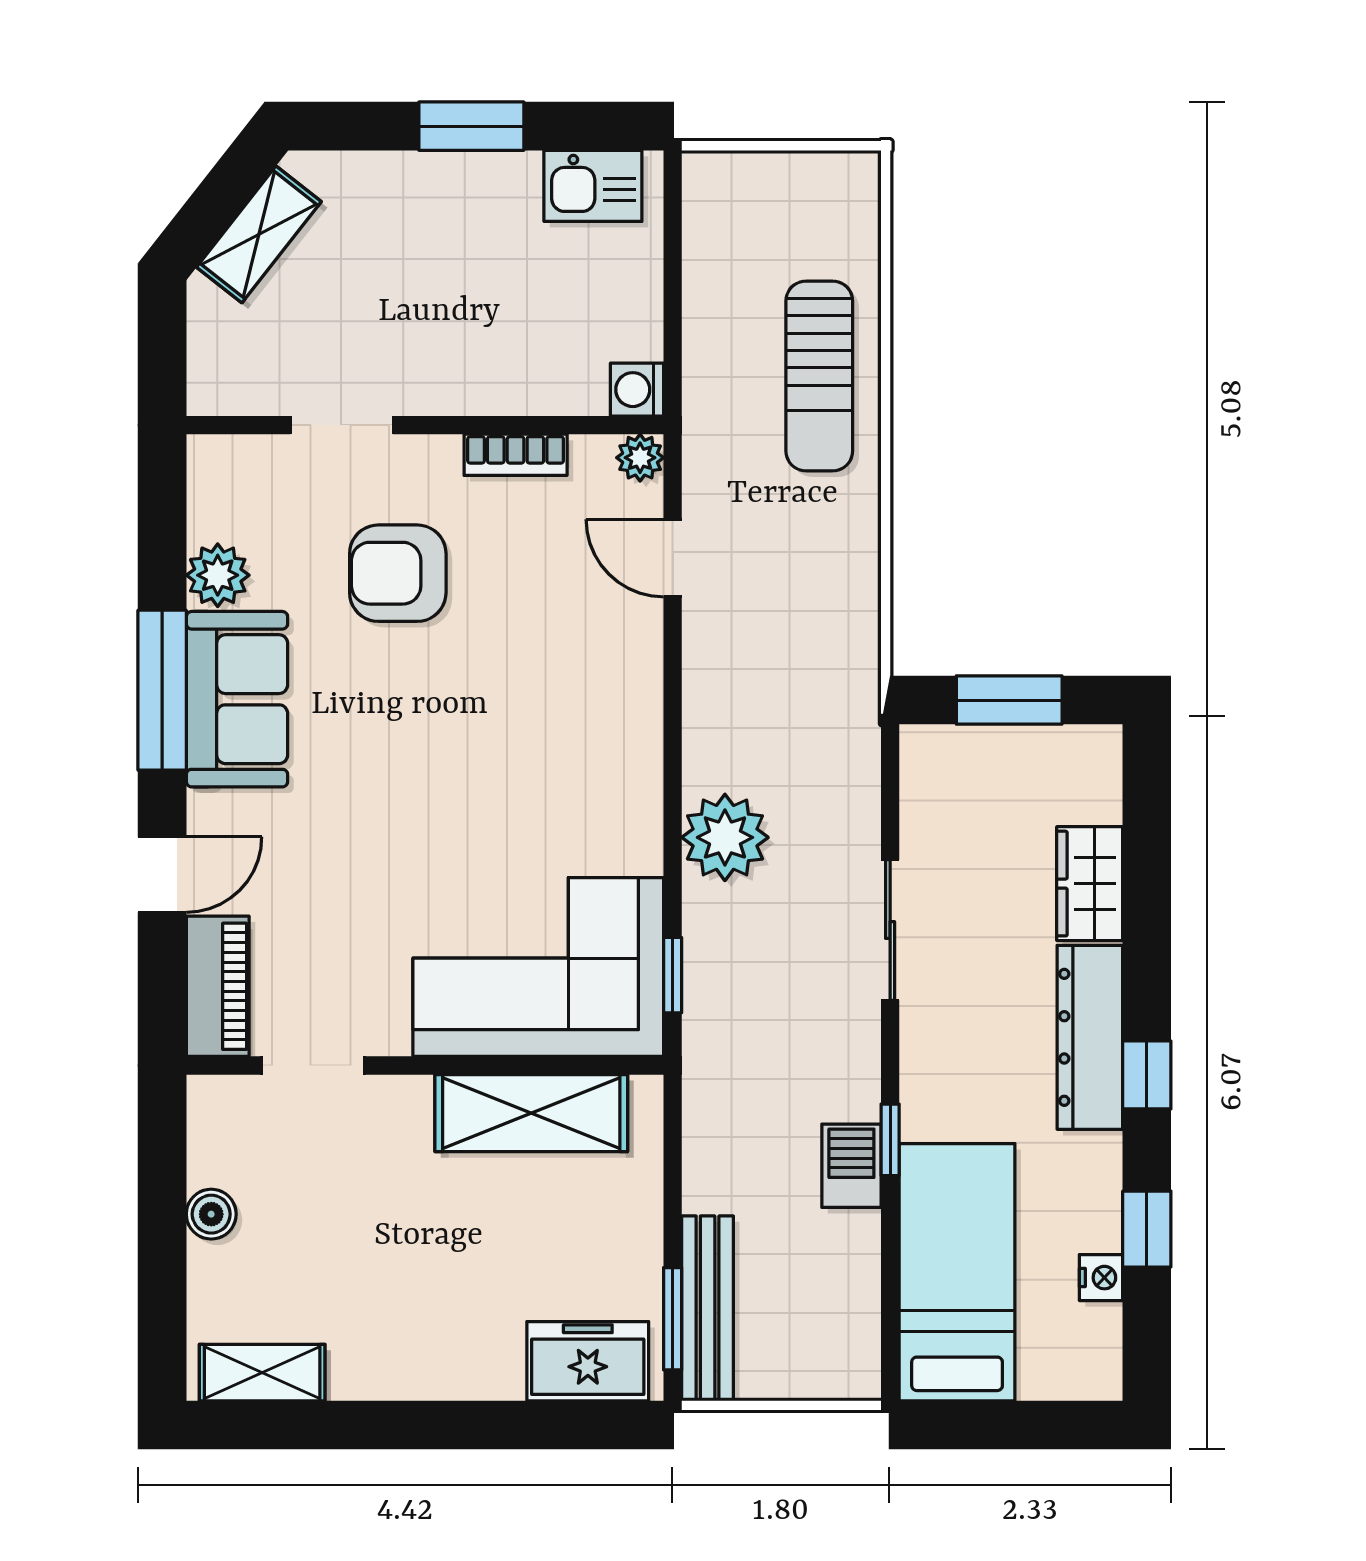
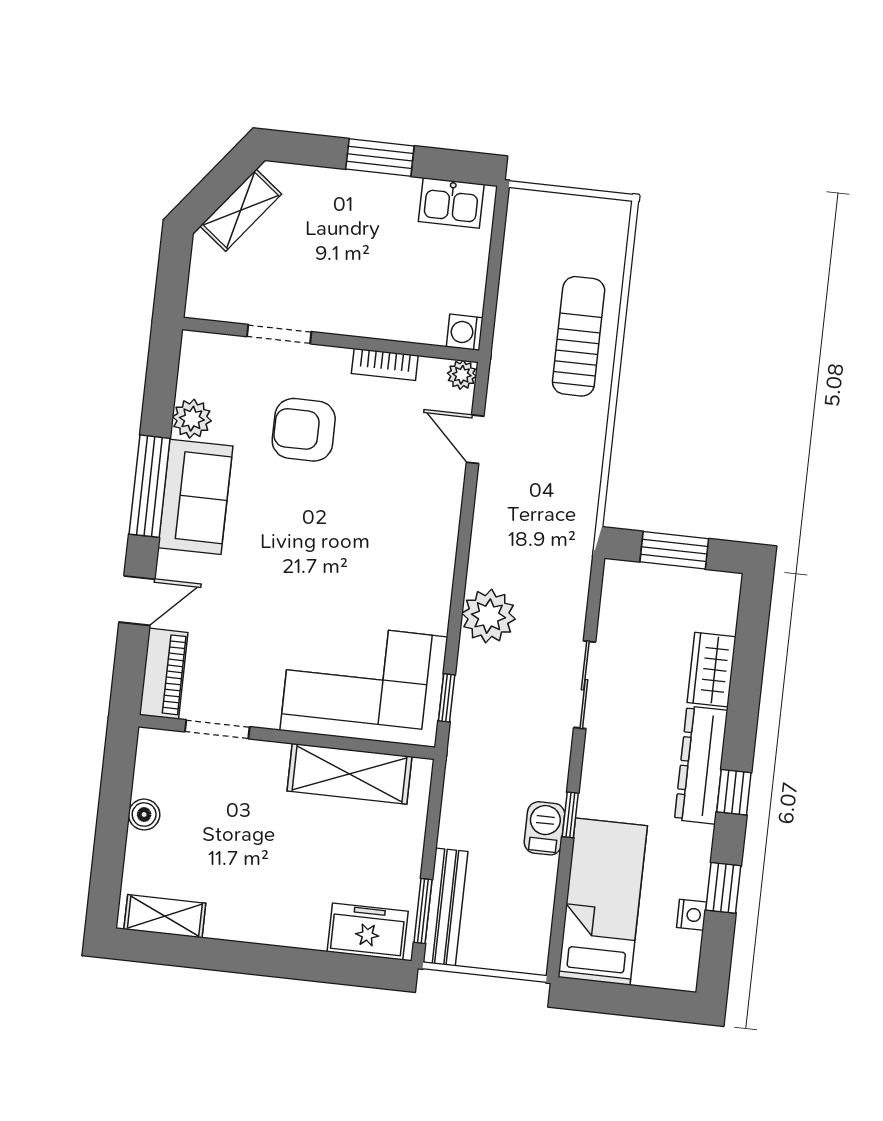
sun lounger: (819, 376) -> (579, 336), turned 180

